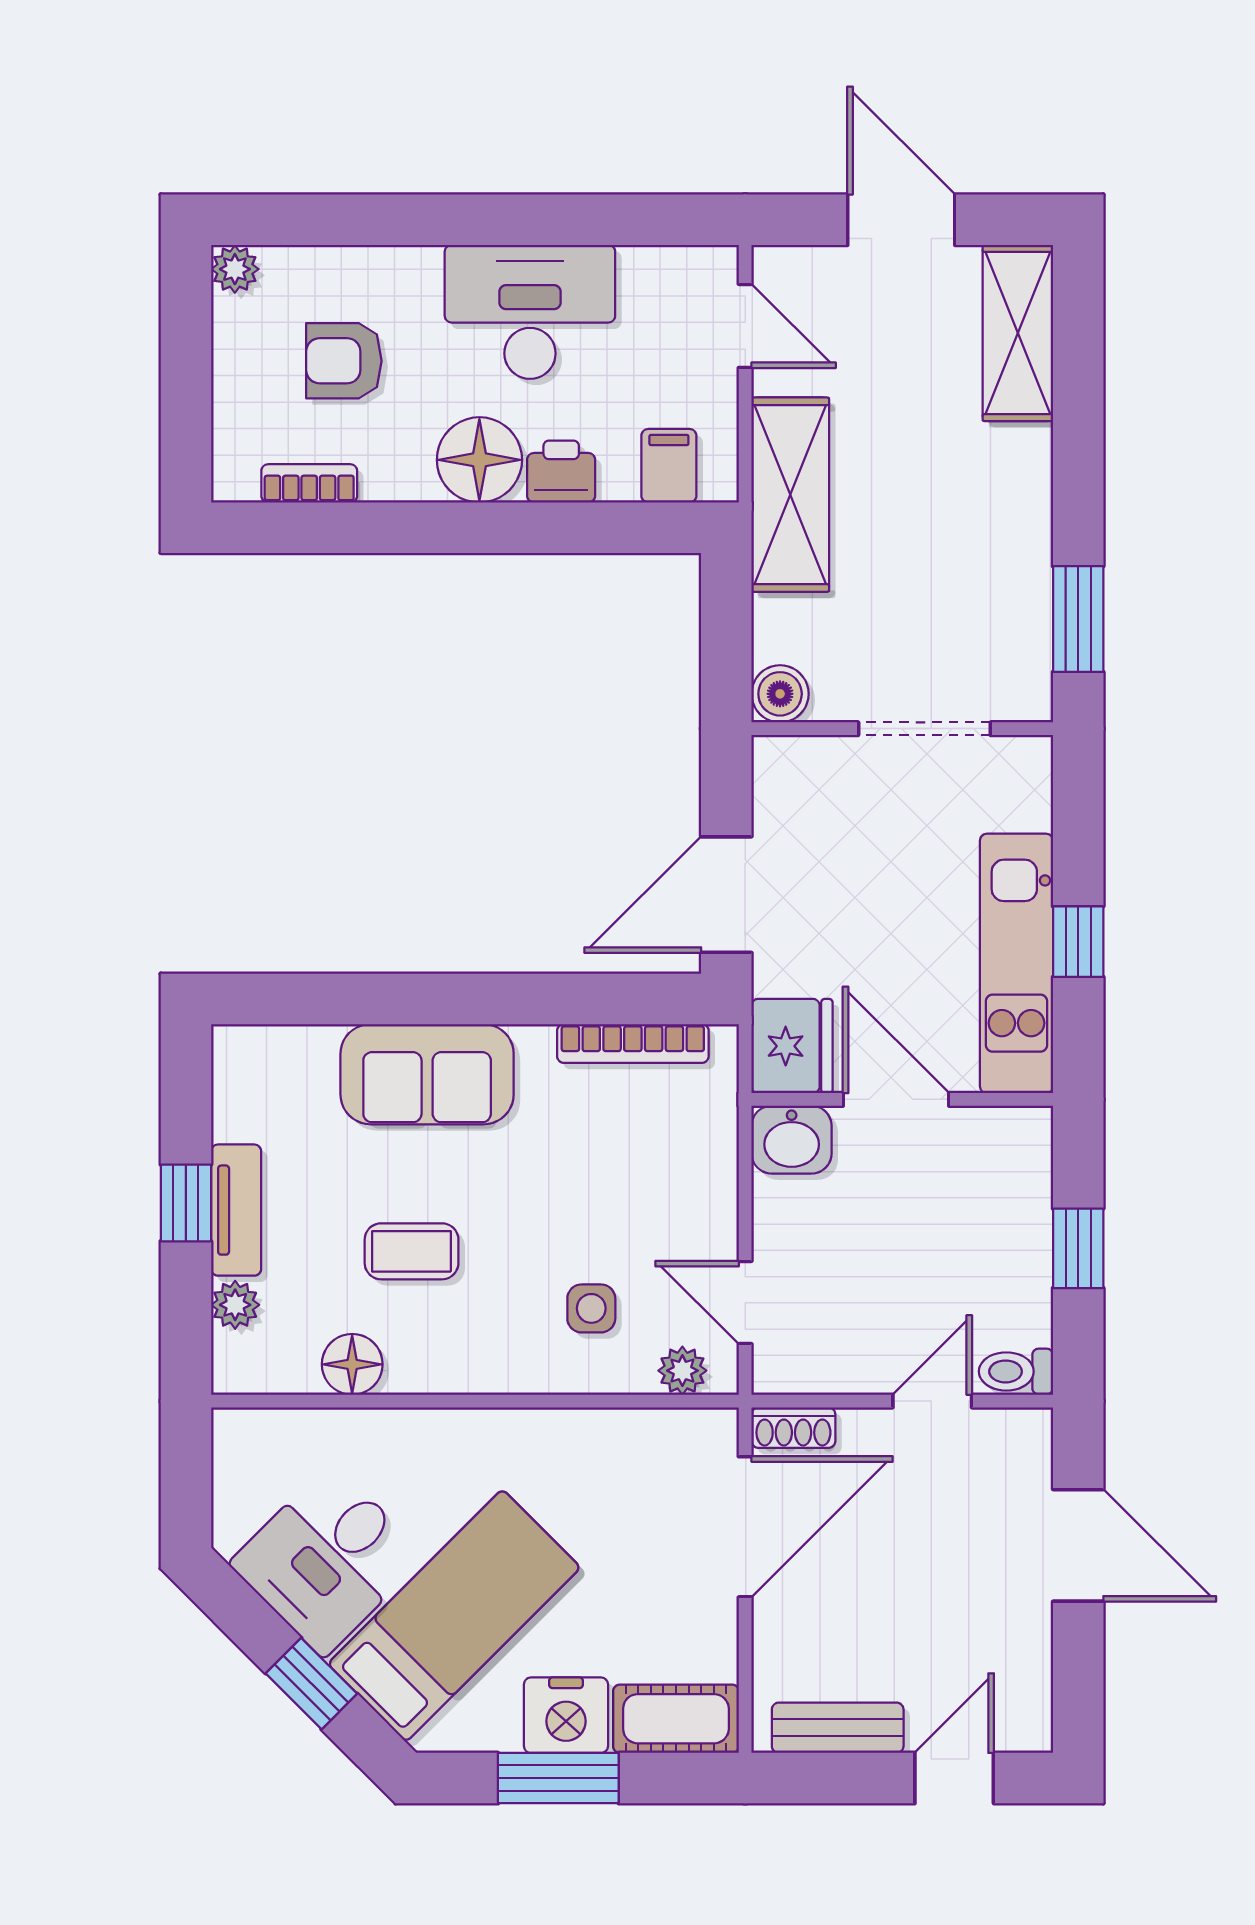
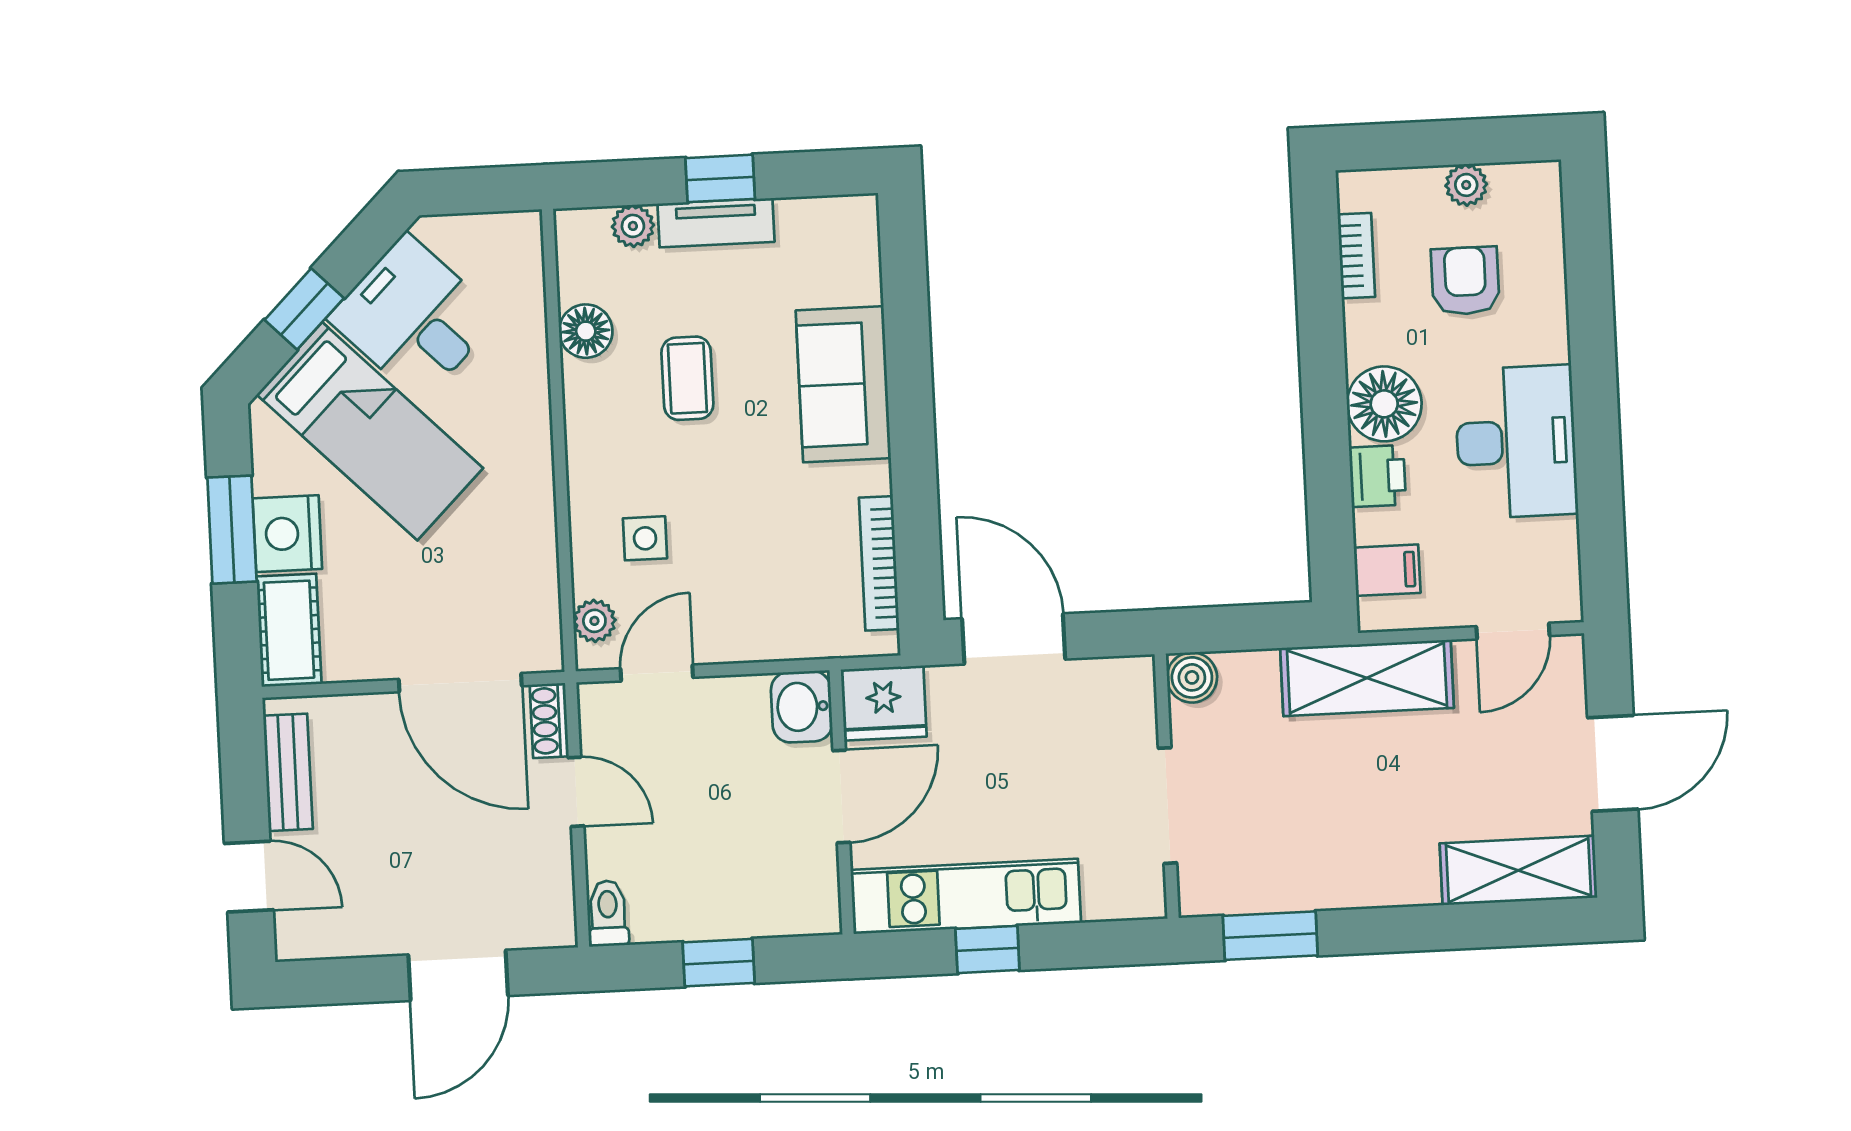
plant: (235, 269) -> (1466, 185), moved
door: (932, 1401) -> (576, 792), moved

